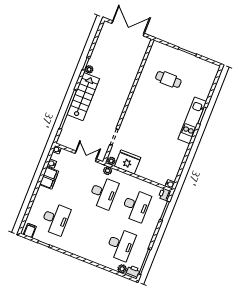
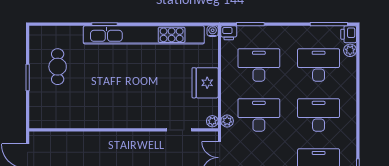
cafe table: (168, 79) -> (58, 67), moved
kitchen unit: (192, 120) -> (144, 35), width x1.86
fridge: (128, 162) -> (205, 83), moved
desk: (88, 232) -> (319, 115), added

